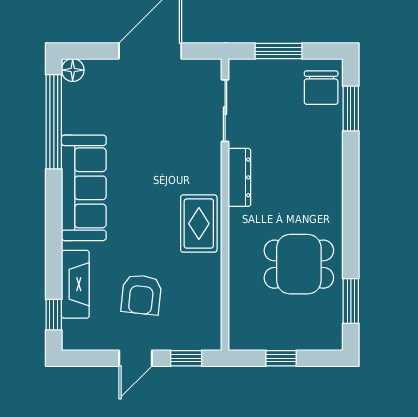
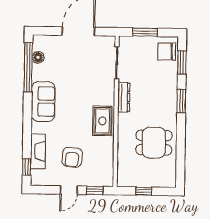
floor lamp: (73, 70) -> (38, 57), moved
chair: (321, 88) -> (167, 51), turned 90
sofa: (84, 188) -> (43, 102), width x0.73
window: (351, 301) -> (181, 101), moved

